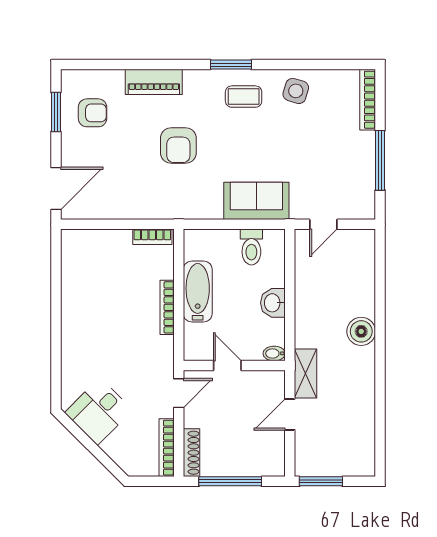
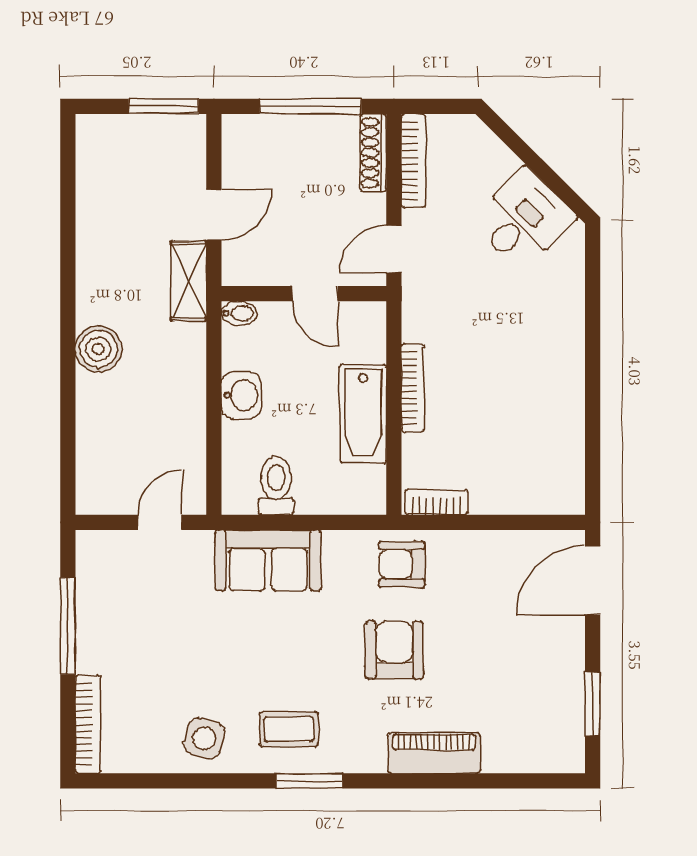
armchair: (93, 113) -> (402, 564), moved

